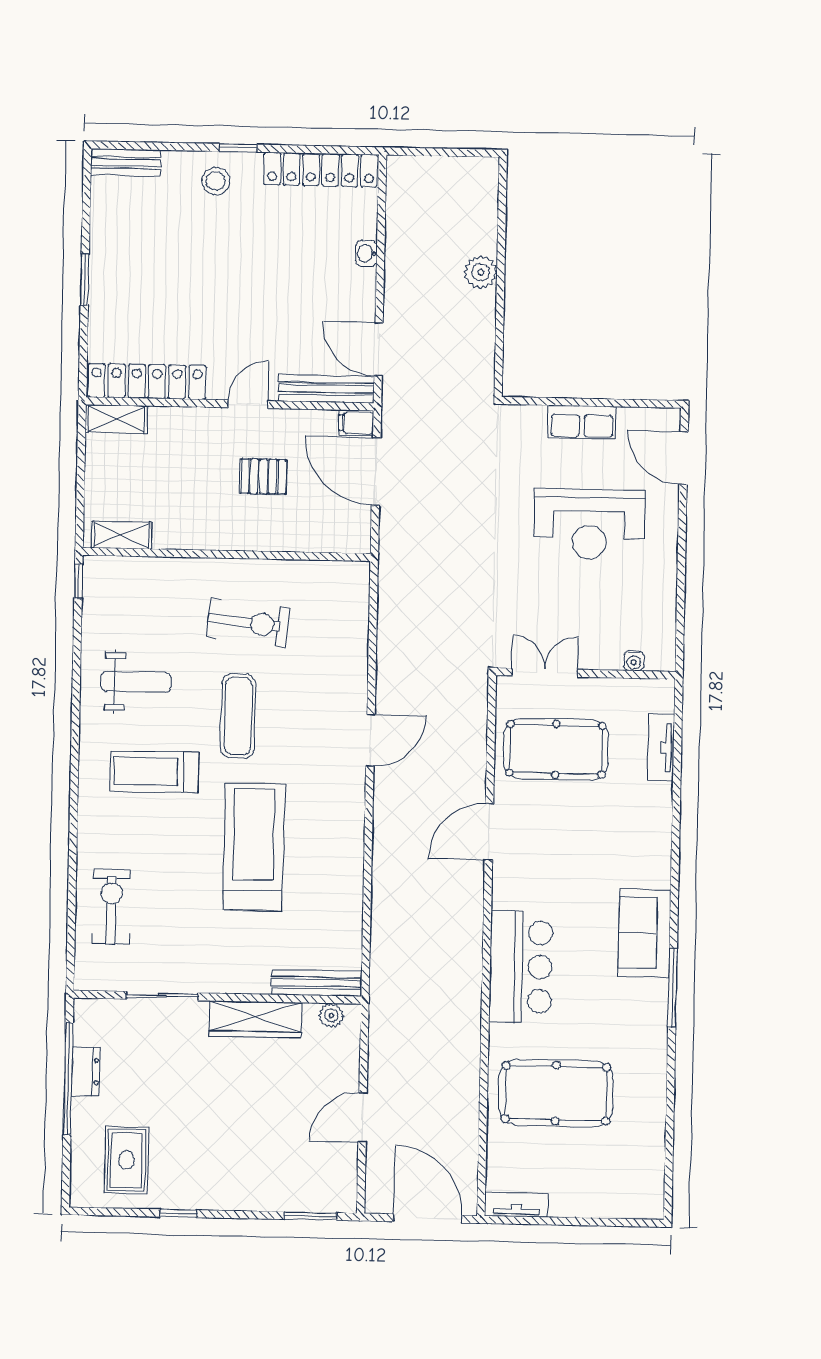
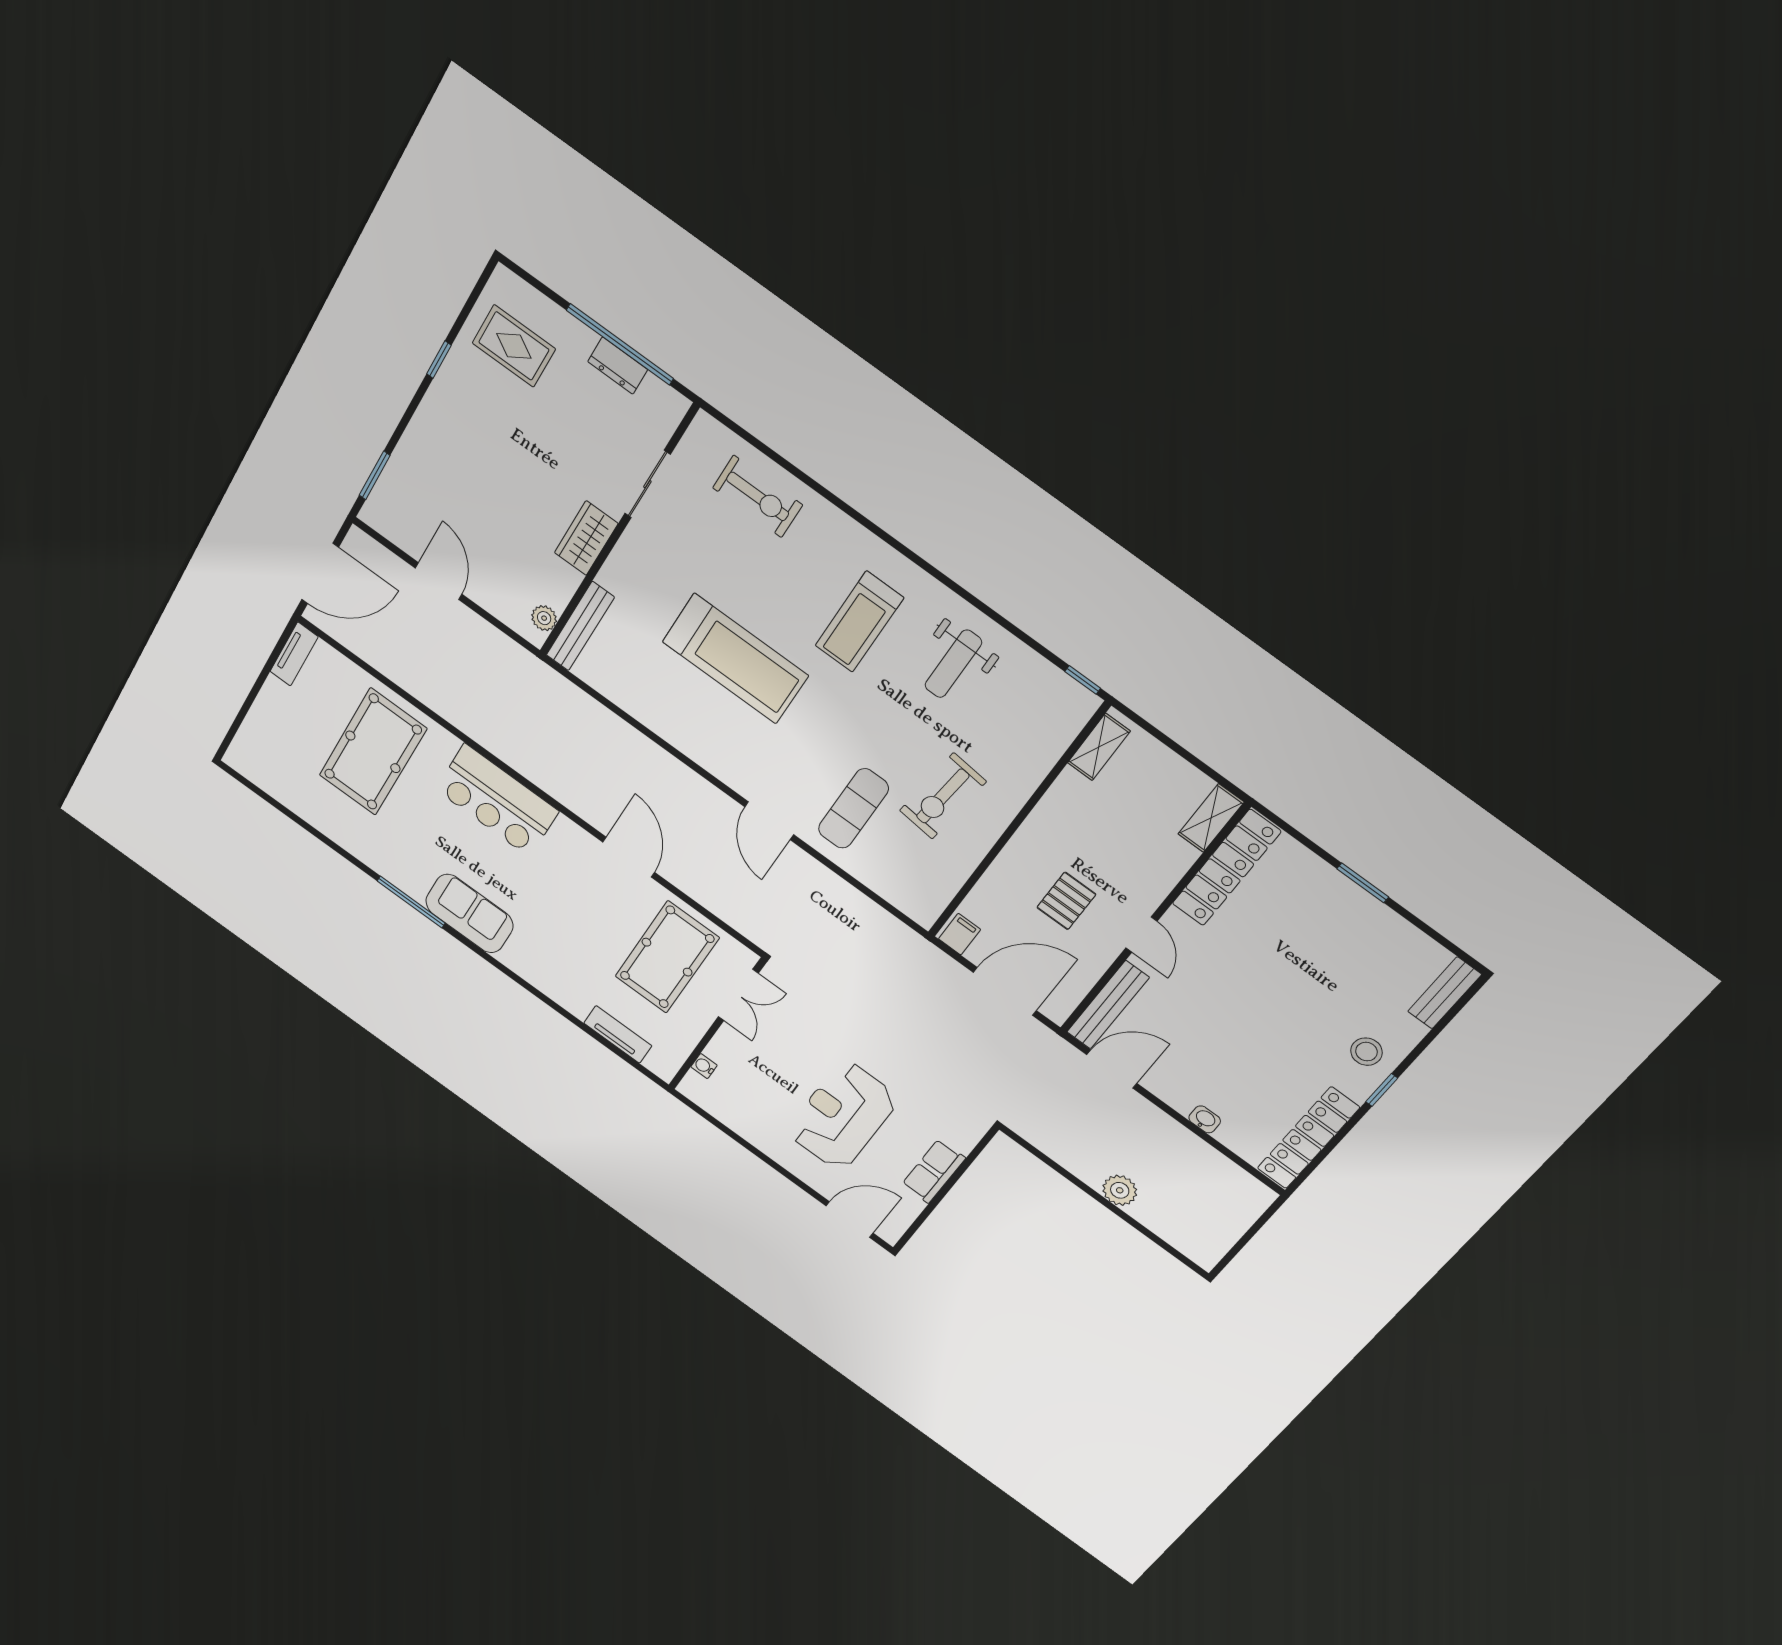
filing cabinet: (356, 423) -> (960, 934), moved
exercise mat: (238, 716) -> (853, 809), moved, turned 90
treadmill: (154, 772) -> (859, 622), turned 180
wardrobe: (255, 1019) -> (586, 538), width x0.67

